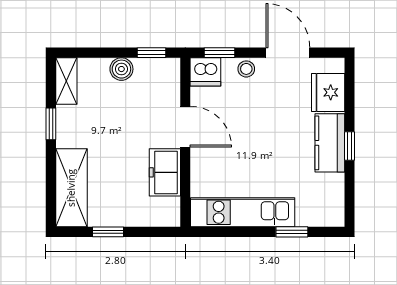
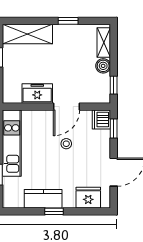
stool: (246, 69) -> (66, 144), moved
shelving: (66, 81) -> (104, 42), moved, turned 90
kitchen counter: (330, 143) -> (43, 199), moved

